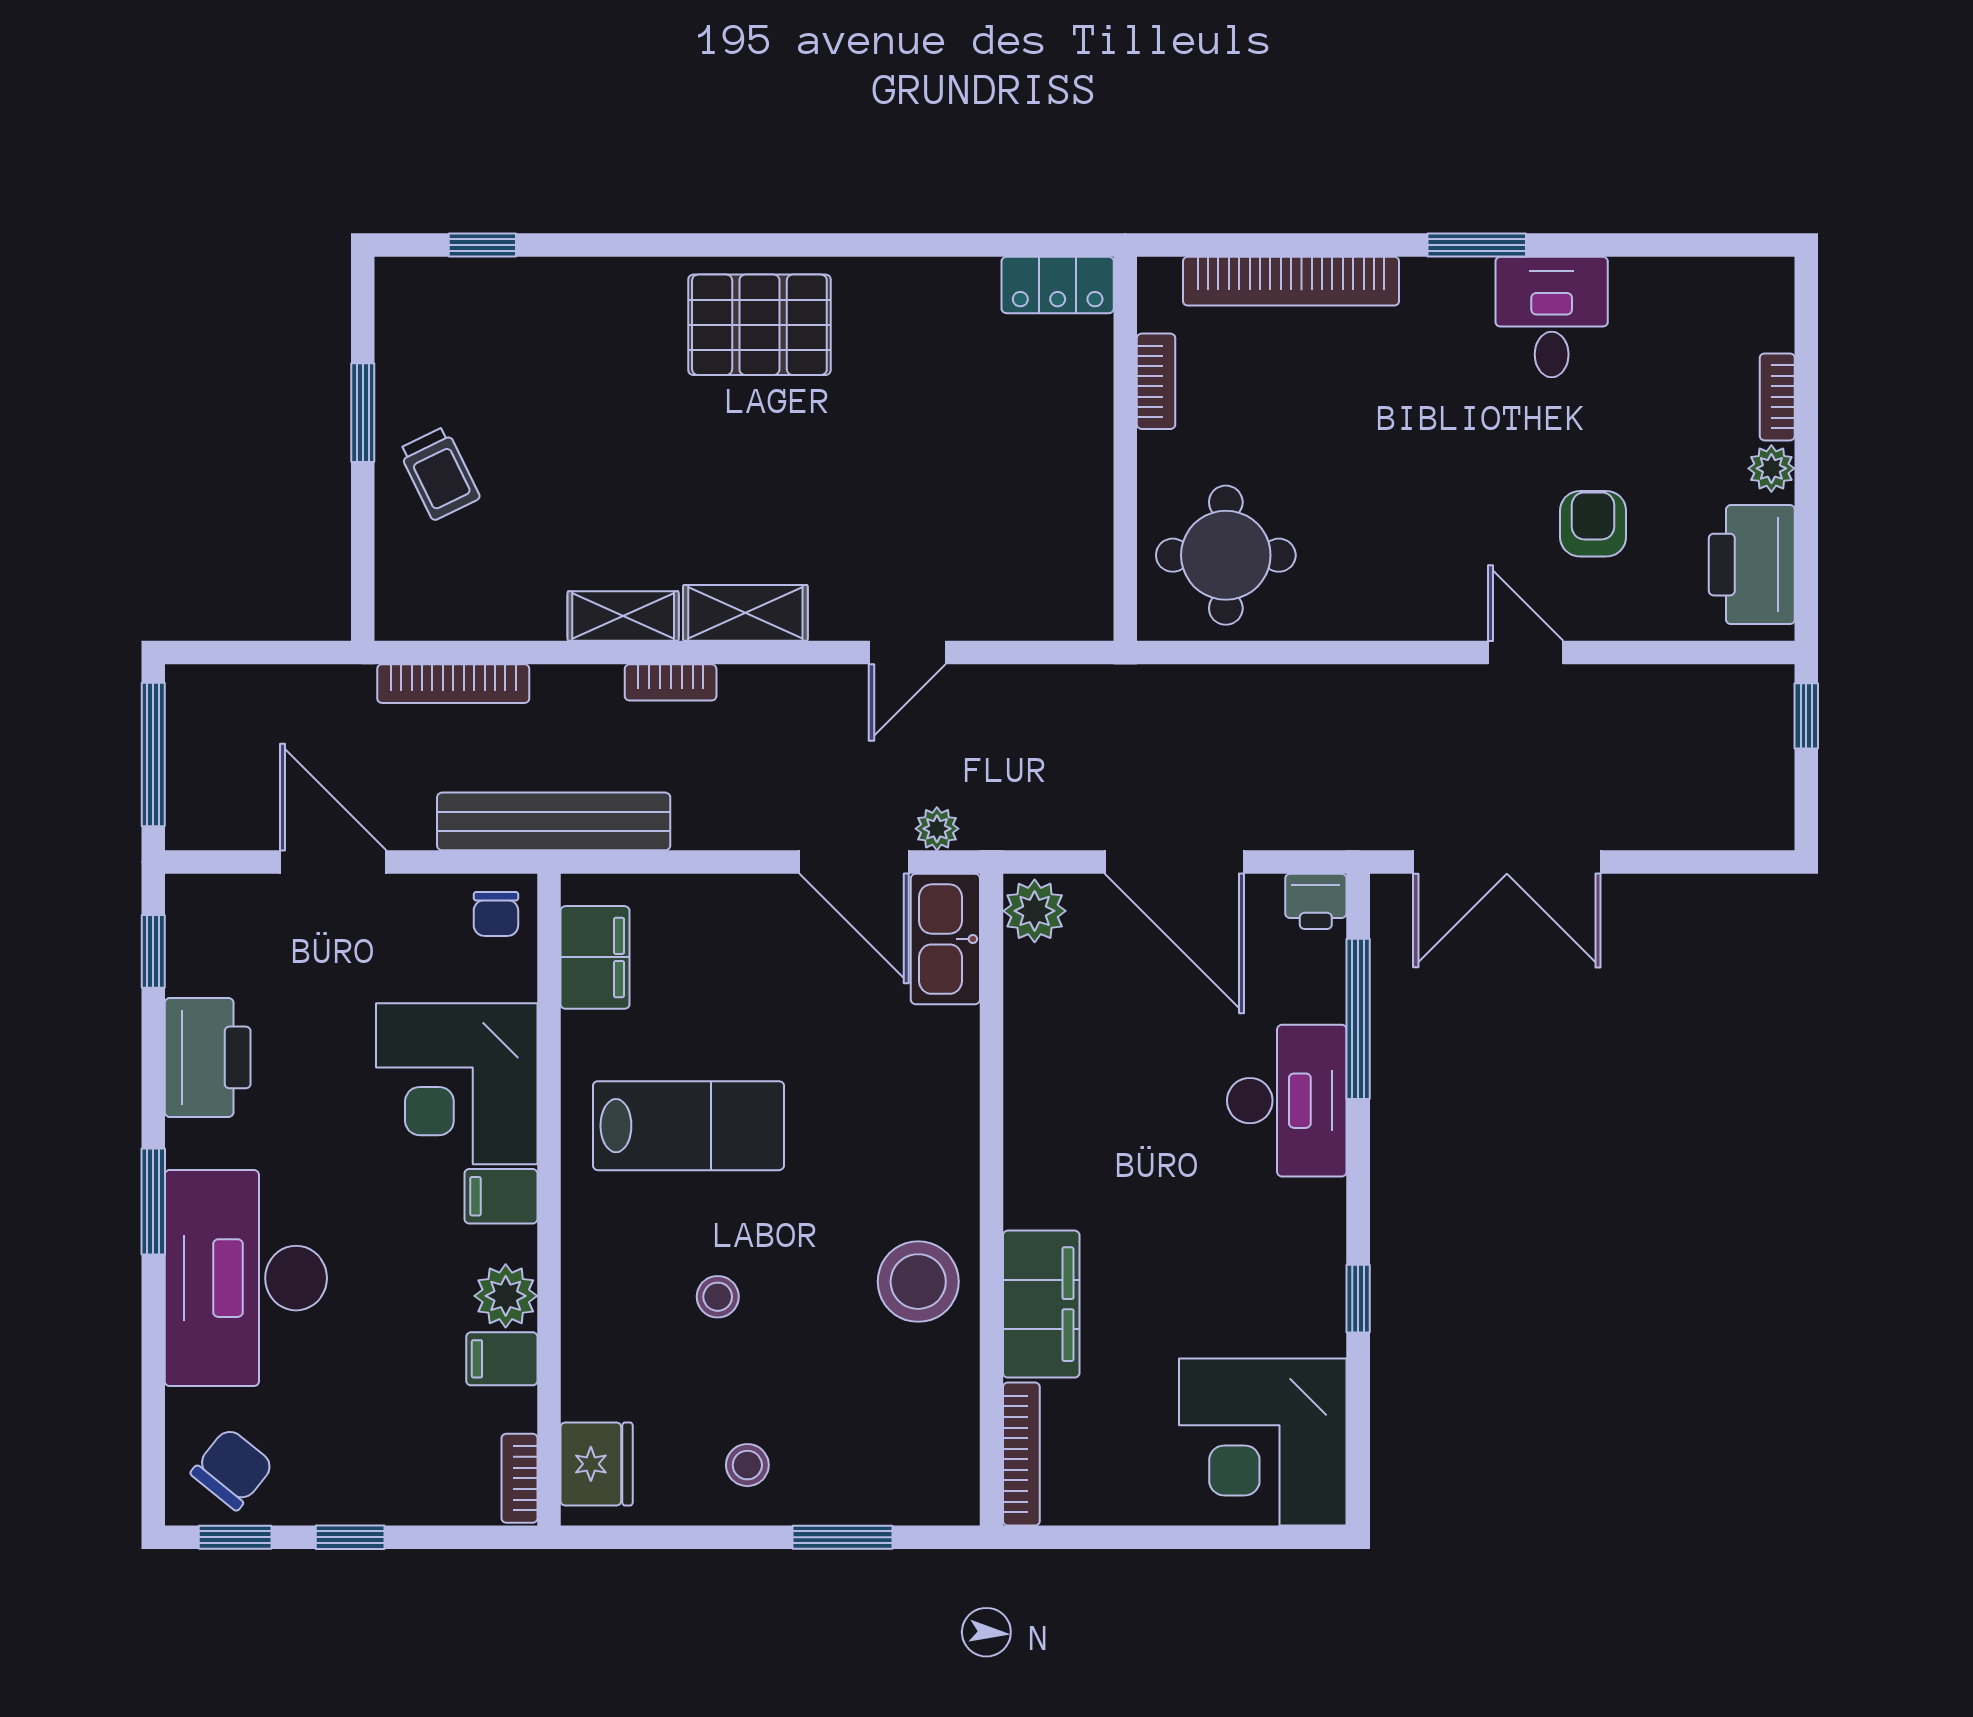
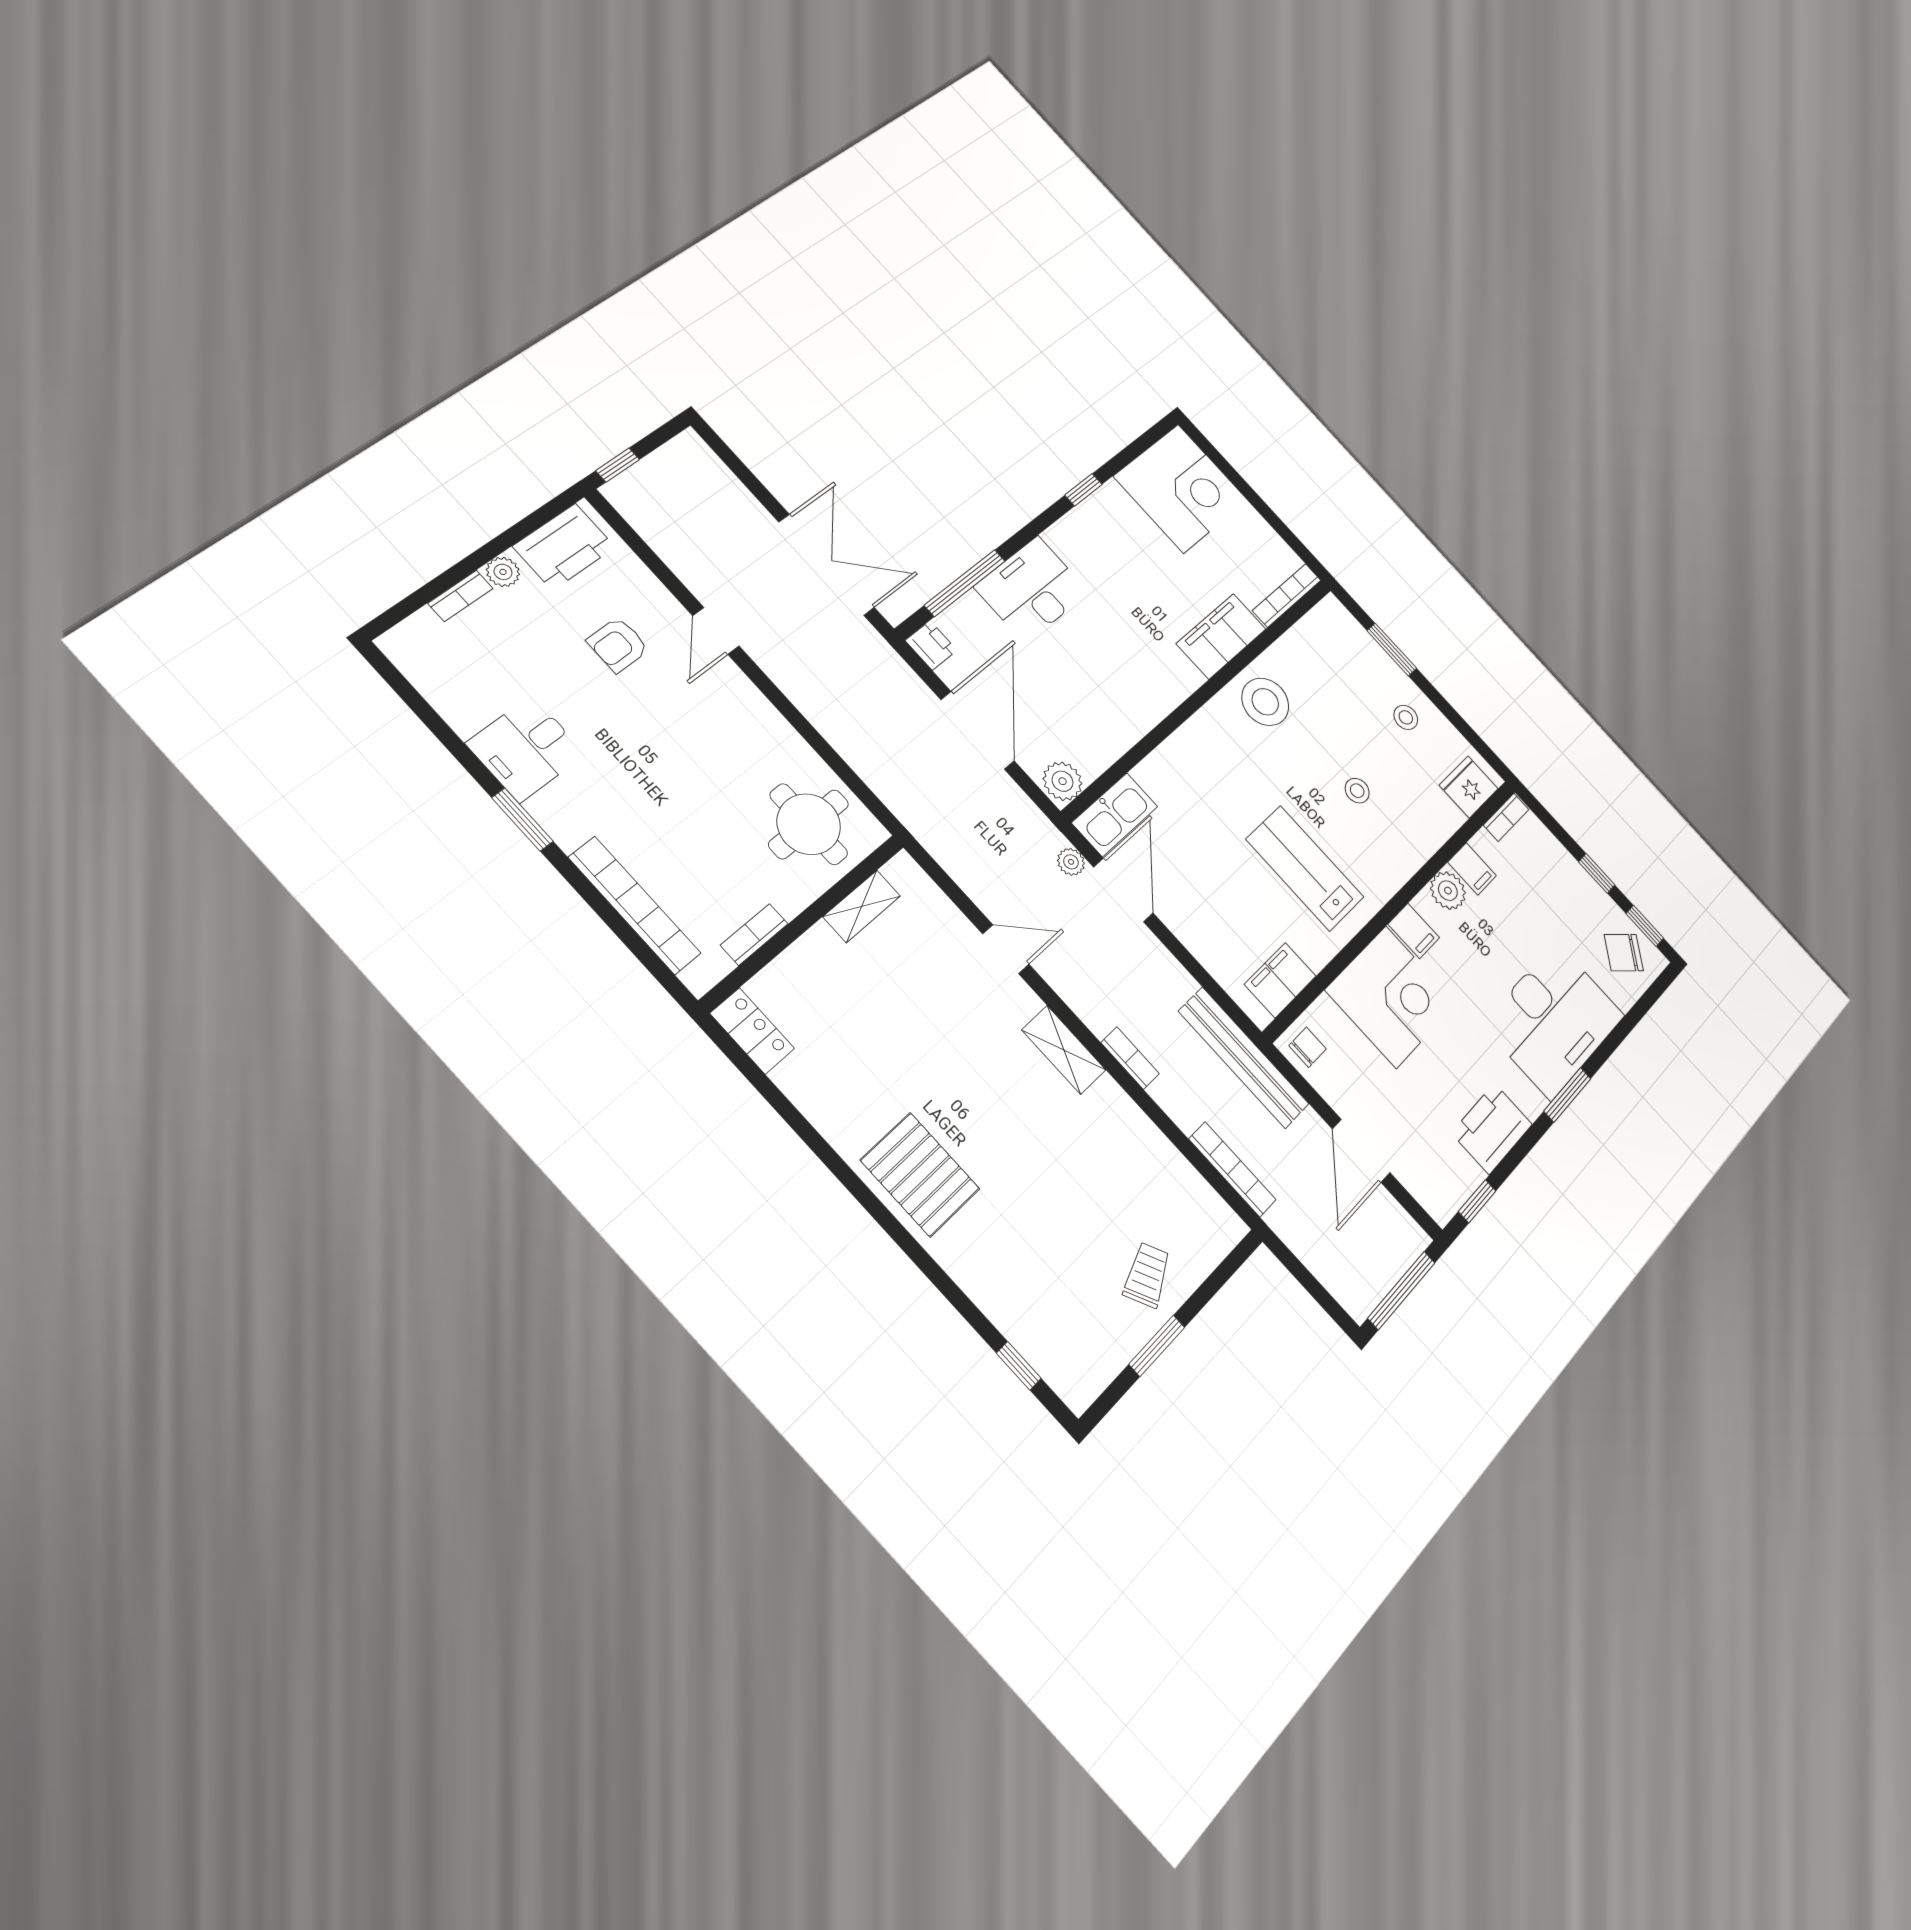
shelving: (623, 616) -> (862, 906), moved, turned 90

